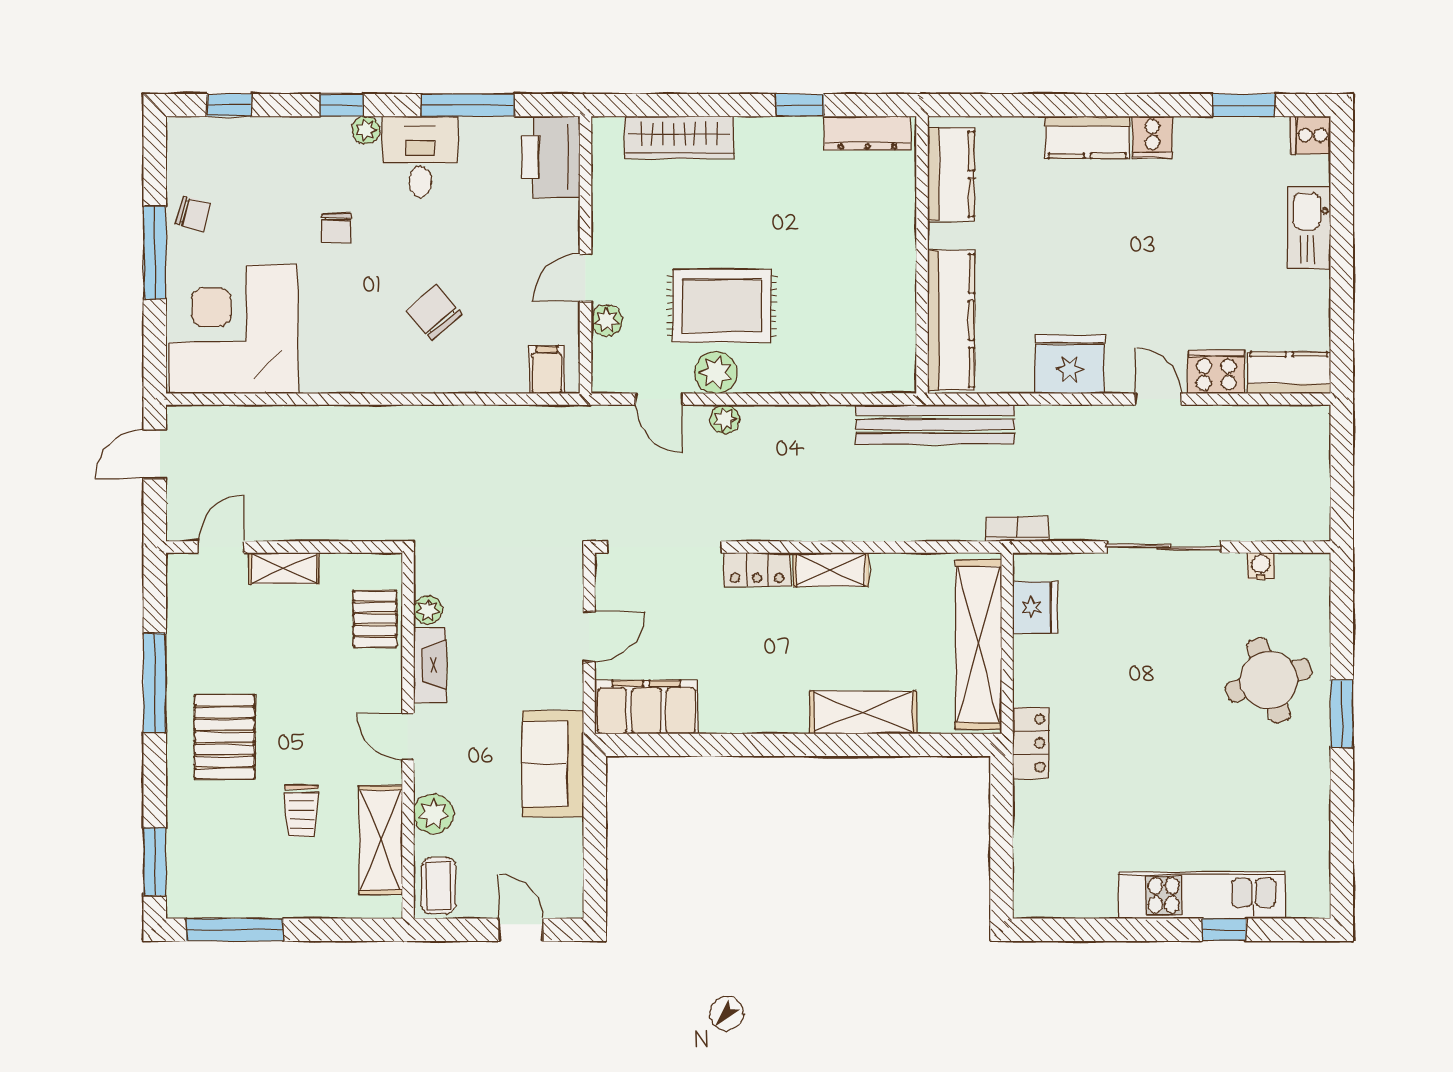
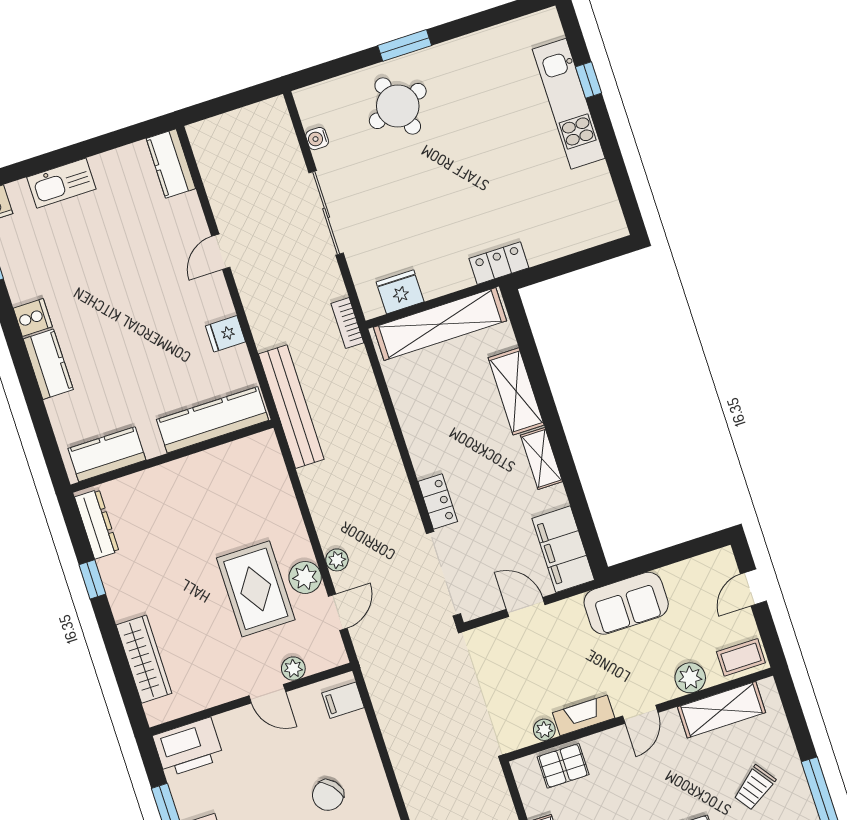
fridge: (1070, 364) -> (225, 334), width x0.53, depth x0.75
cooker: (1216, 372) -> (187, 216), removed
shelving: (831, 570) -> (541, 458), moved
trolley: (301, 811) -> (754, 788), moved, turned 144

